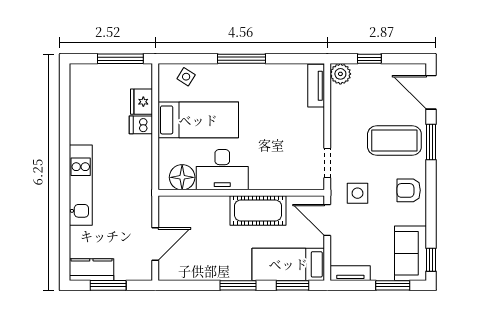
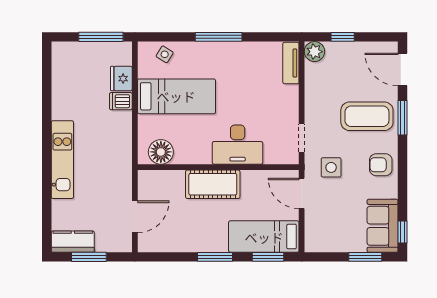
desk: (222, 170) -> (238, 145), moved
cot: (258, 210) -> (213, 184), moved
tv unit: (350, 273) -> (324, 245), removed

